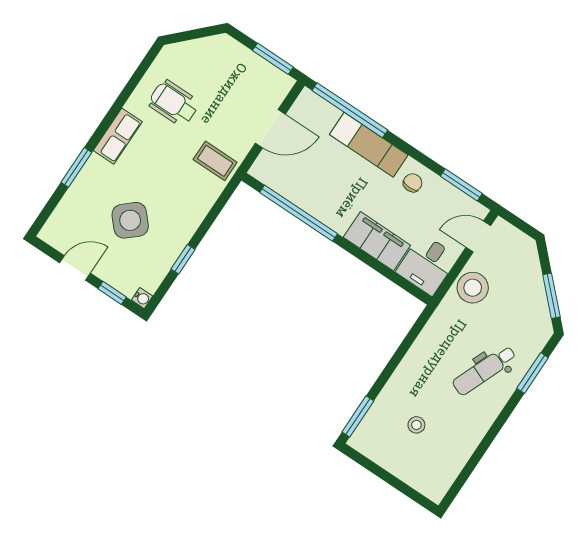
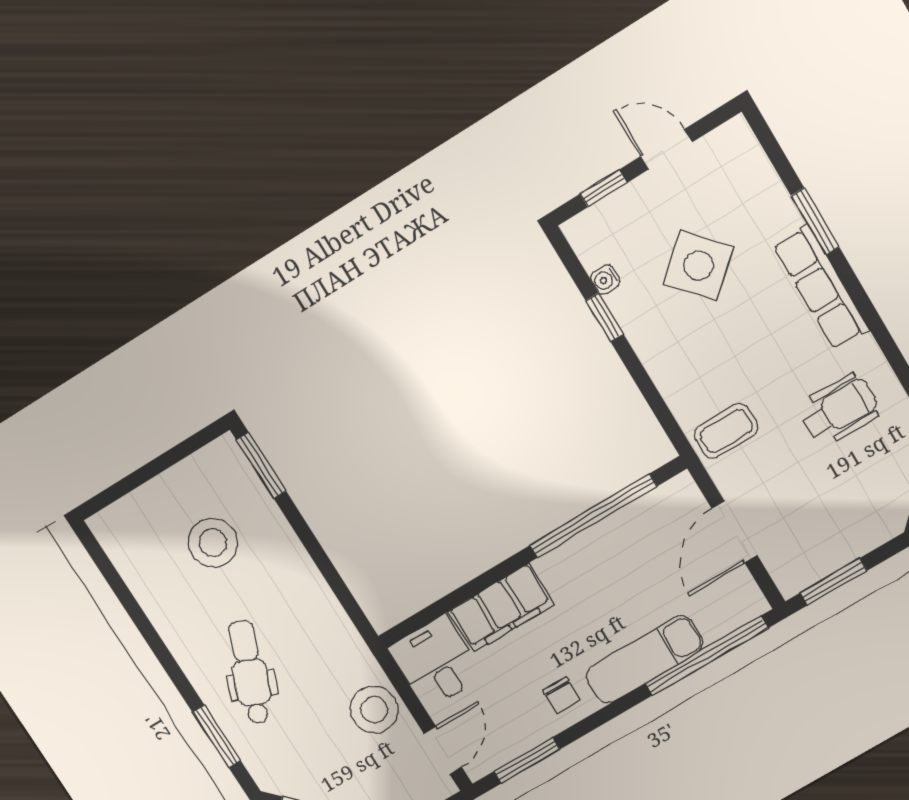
row of seats: (118, 136) -> (821, 288), width x1.48
door: (75, 268) -> (666, 149), swing flipped
water cooler: (142, 298) -> (605, 280), moved
stool: (416, 425) -> (213, 543), width x1.89, depth x1.89

